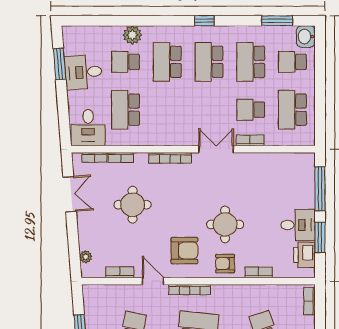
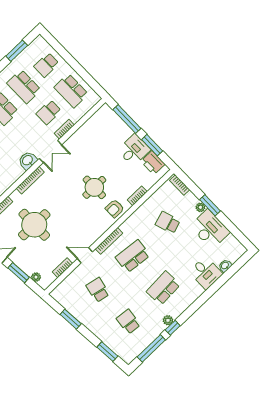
washbasin: (306, 37) -> (28, 160), moved, turned 90
double door: (216, 149) -> (51, 152), swing flipped
round table: (133, 205) -> (34, 225), width x1.36, depth x1.36
window: (73, 236) -> (19, 273), added
armchair: (184, 251) -> (86, 223), removed

